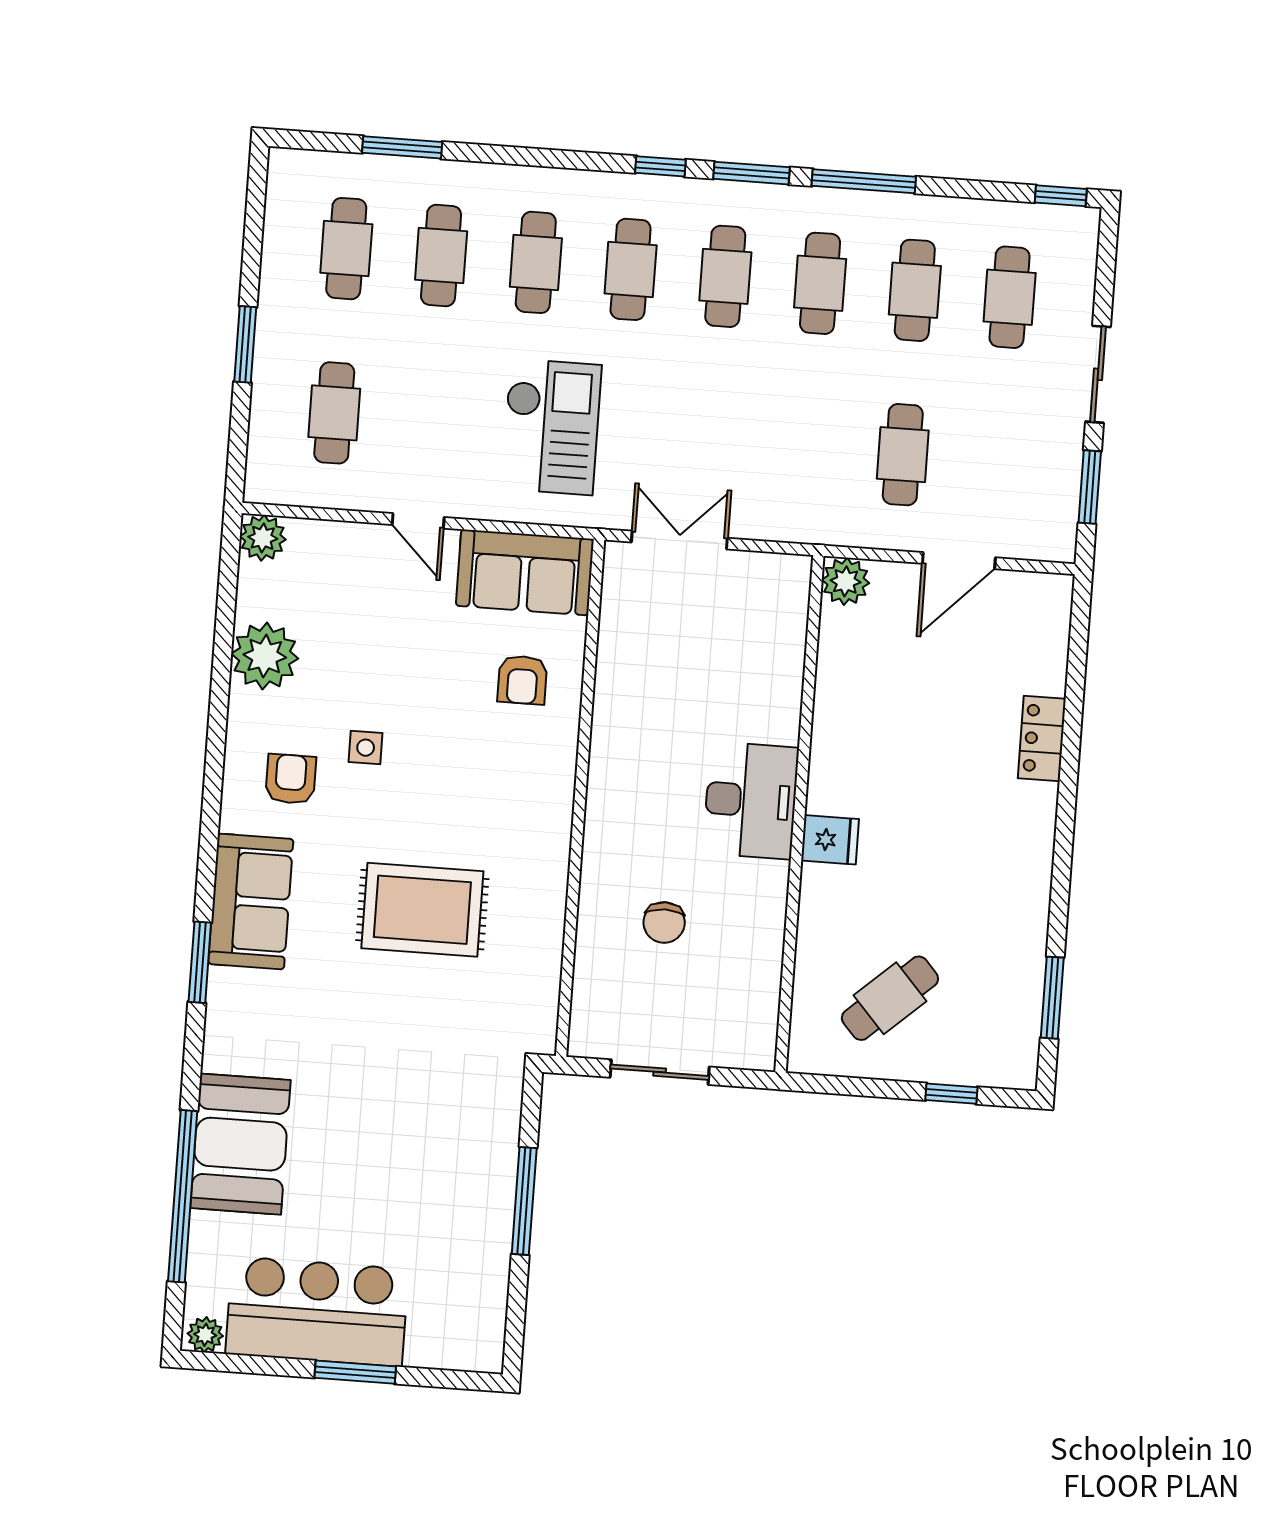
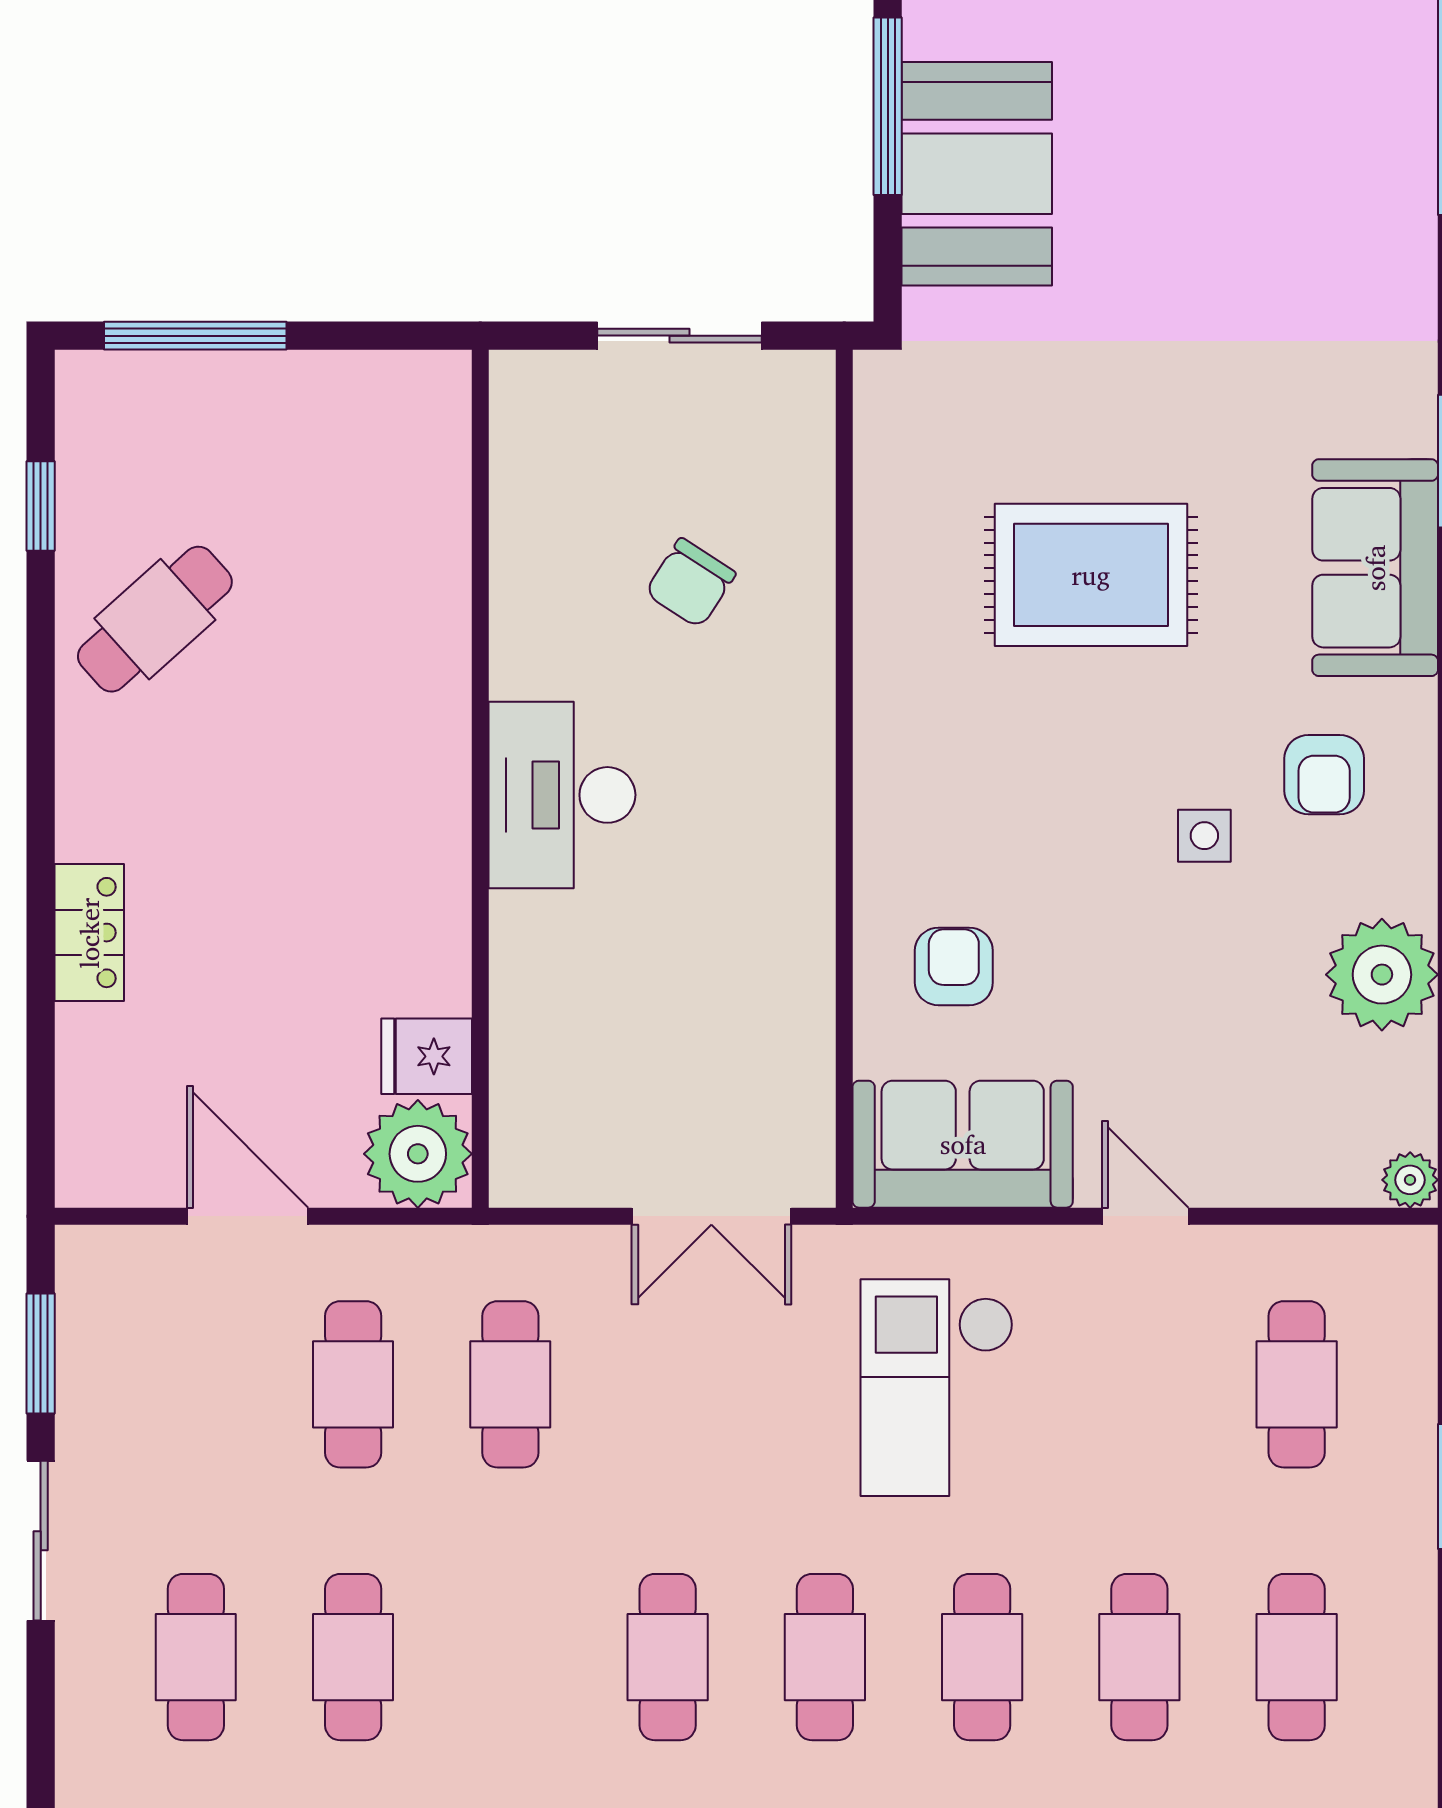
cafe table: (820, 283) -> (510, 1384), moved
plant: (263, 538) -> (1410, 1180), width x0.73, depth x0.73
door: (959, 561) -> (248, 1216), hinge flipped
plant: (846, 581) -> (418, 1154), width x1.36, depth x1.36
fridge: (830, 840) -> (427, 1056), moved
chair: (664, 923) -> (690, 583), turned -147
cafe table: (890, 998) -> (155, 619), moved
window: (1052, 998) -> (41, 506), width x0.67
window: (951, 1094) -> (195, 336), width x2.17
booth: (240, 1144) -> (977, 174), moved

